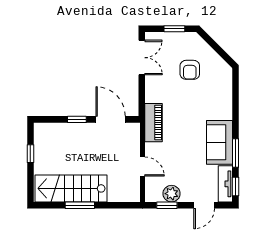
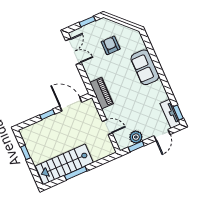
armchair: (190, 70) -> (111, 45), turned 180
sofa: (220, 142) -> (145, 67), moved
window: (235, 153) -> (168, 89), removed

